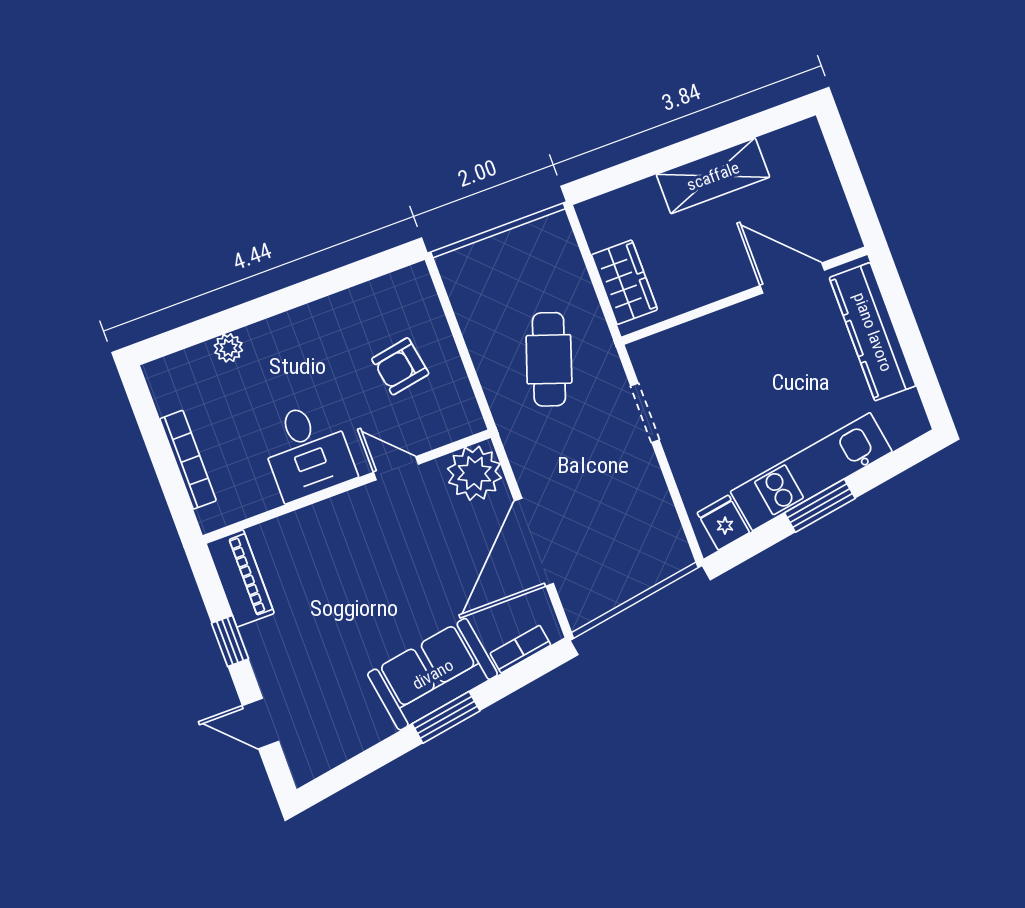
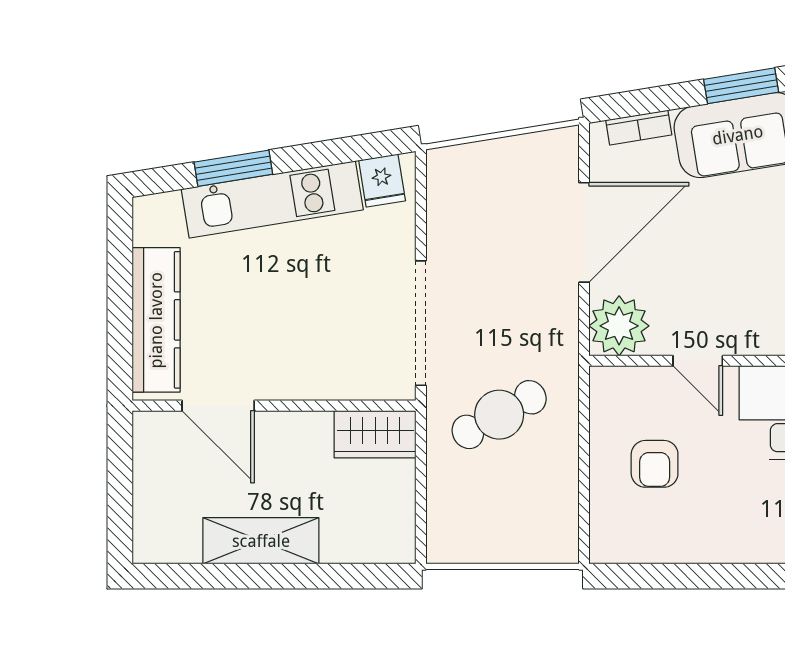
wardrobe: (624, 282) -> (375, 434), moved, turned -90
cafe table: (549, 359) -> (499, 415), turned 42
armchair: (400, 366) -> (655, 464), turned 100
doorway: (645, 413) -> (421, 323), width x1.87
window: (820, 506) -> (233, 168), moved

